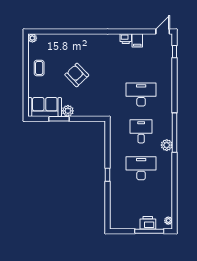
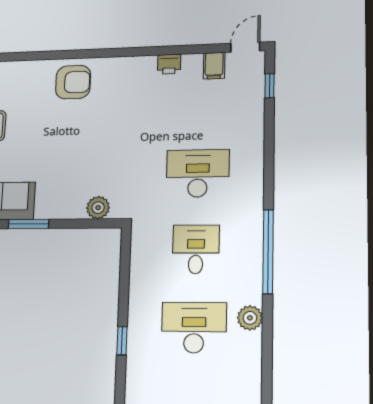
filing cabinet: (137, 40) -> (214, 66), moved
armchair: (77, 75) -> (73, 82), moved, turned 134
plant: (68, 111) -> (98, 208), moved
plant: (167, 145) -> (250, 318), moved

